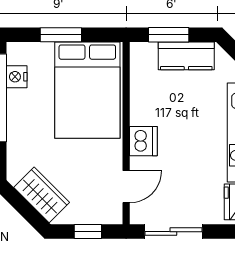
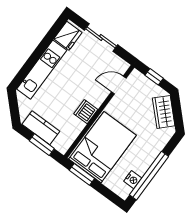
window: (61, 35) -> (82, 174), moved
dishwasher: (143, 141) -> (86, 112), moved
sliding door: (173, 232) -> (101, 37), moved

